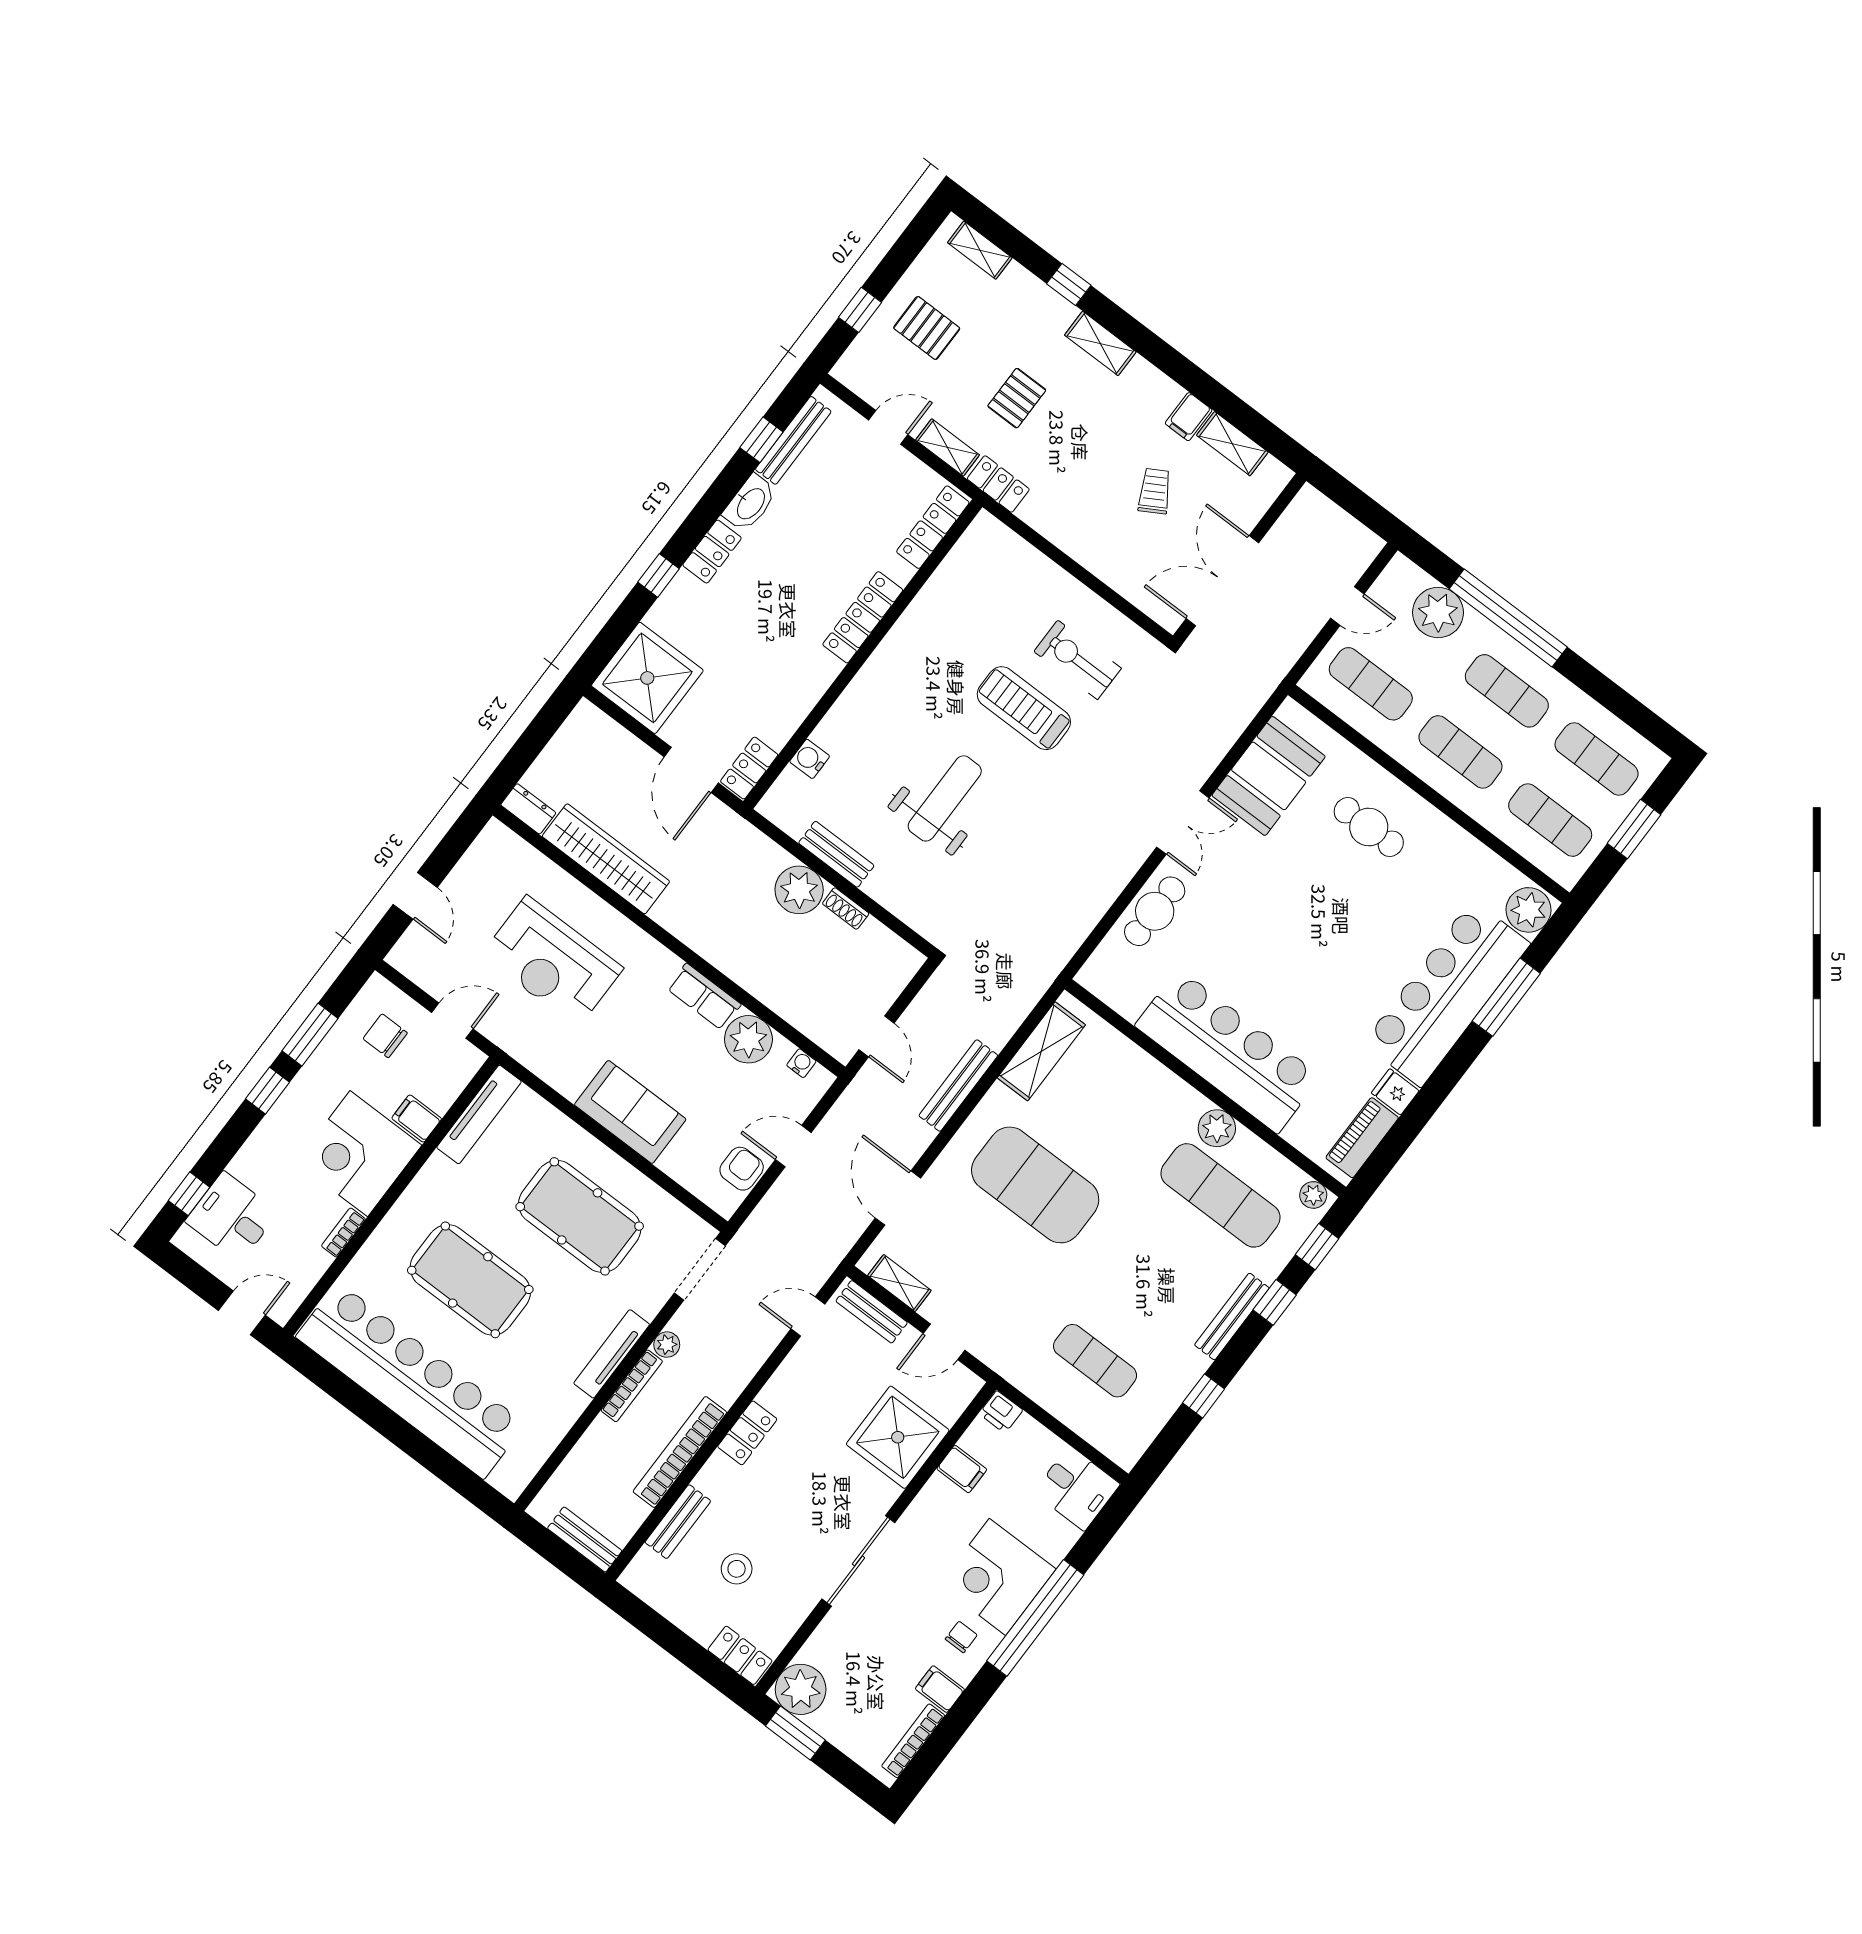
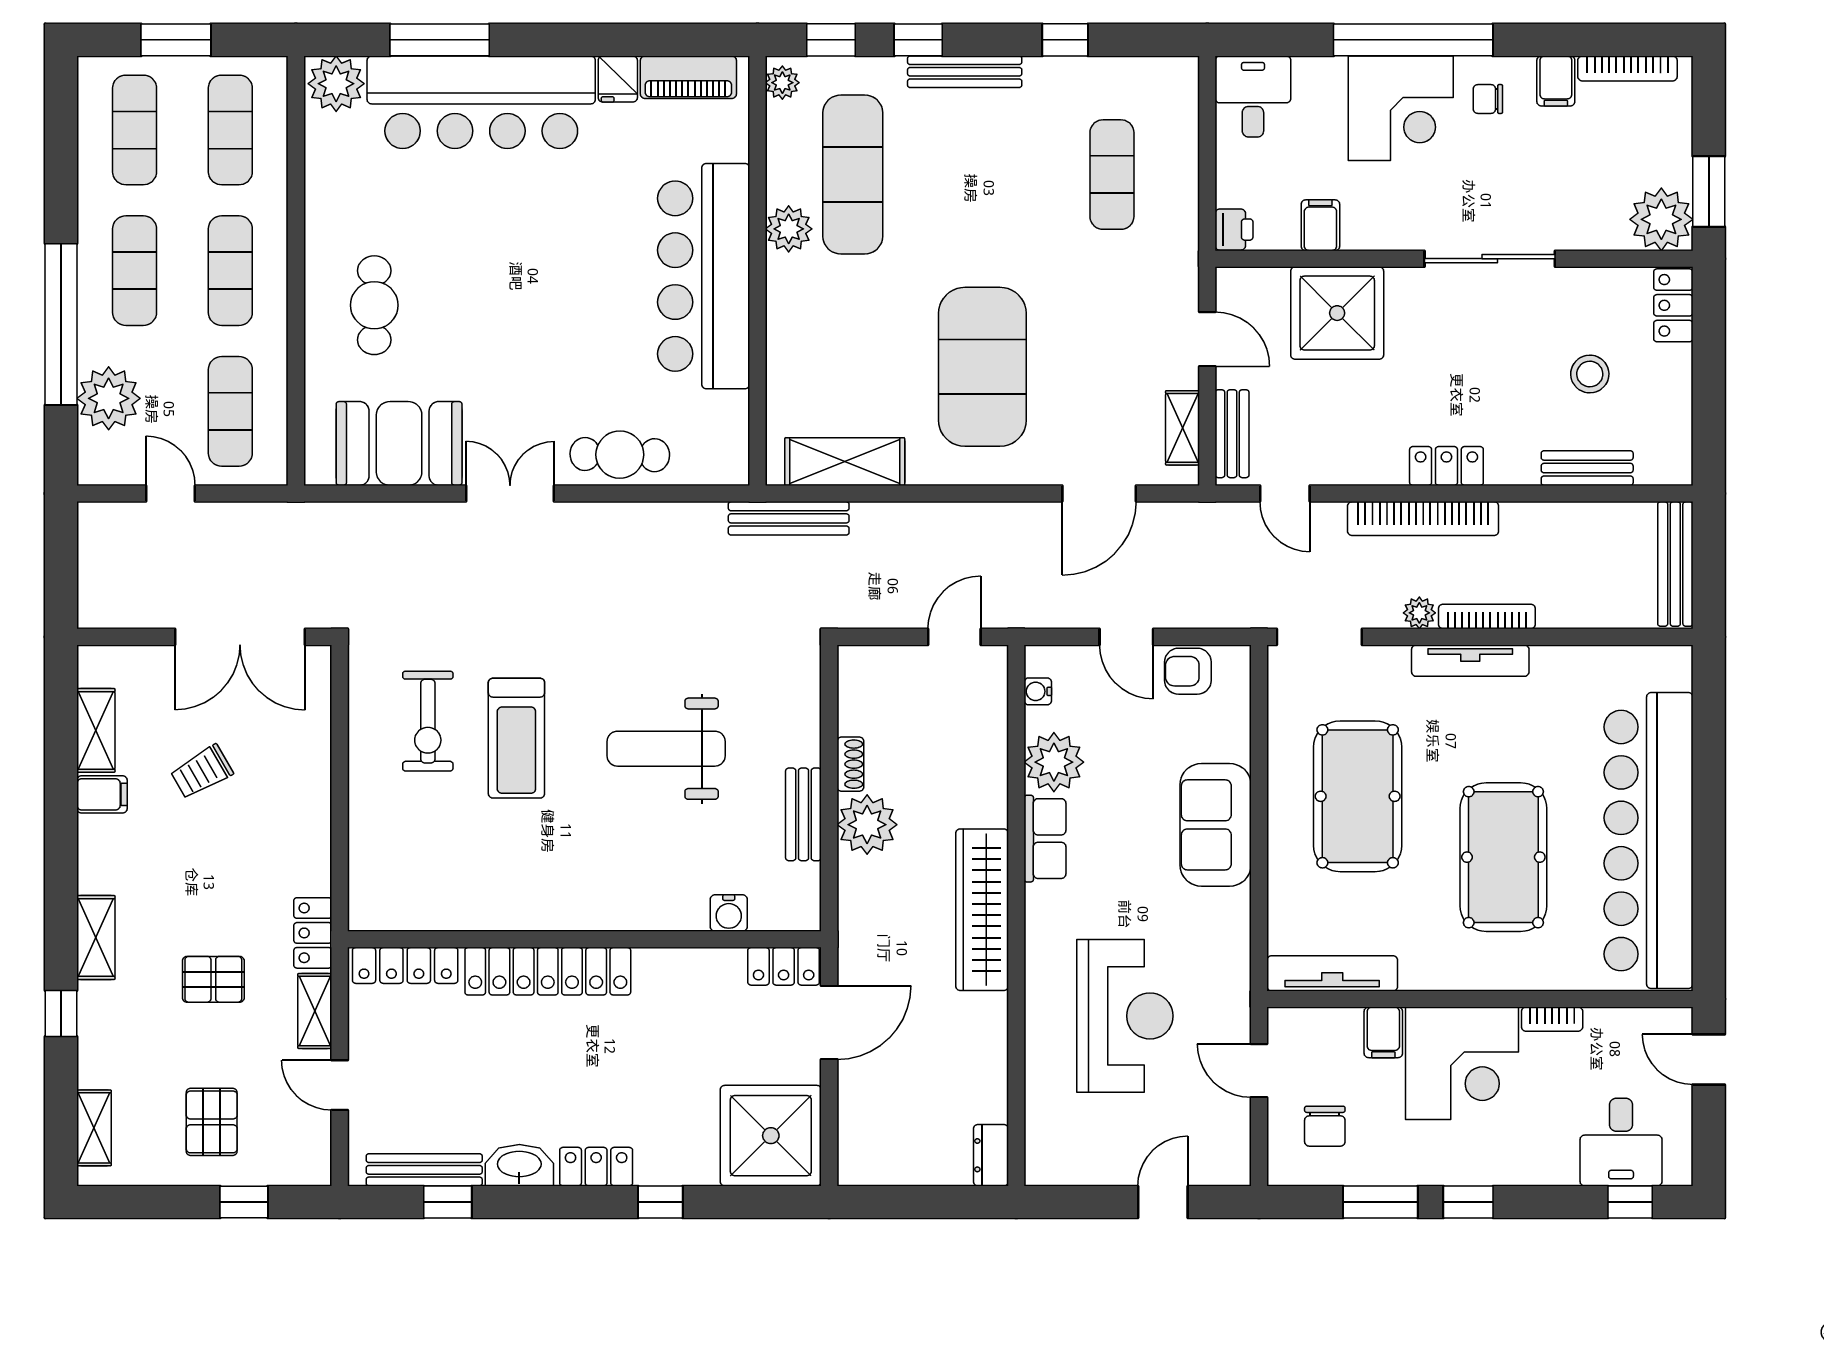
locker: (863, 617) -> (548, 971), width x1.41, depth x1.21
wardrobe: (606, 859) -> (982, 910), moved
bench: (958, 1085) -> (789, 518), moved
bookcase: (680, 1452) -> (1423, 519), moved
bench: (585, 1539) -> (1675, 564), width x1.36

